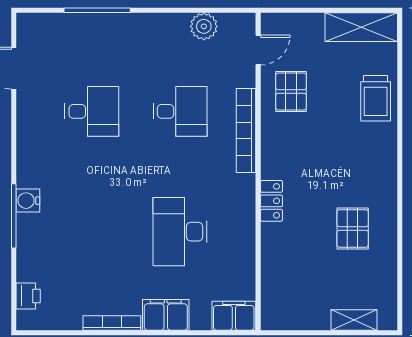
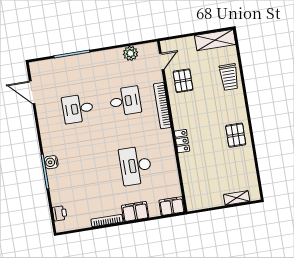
desk: (92, 111) -> (78, 109), turned 180
pallet: (353, 229) -> (236, 135), moved

